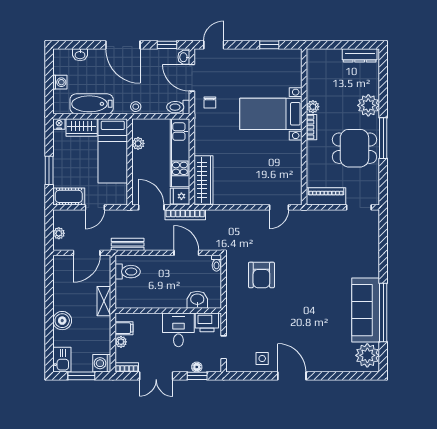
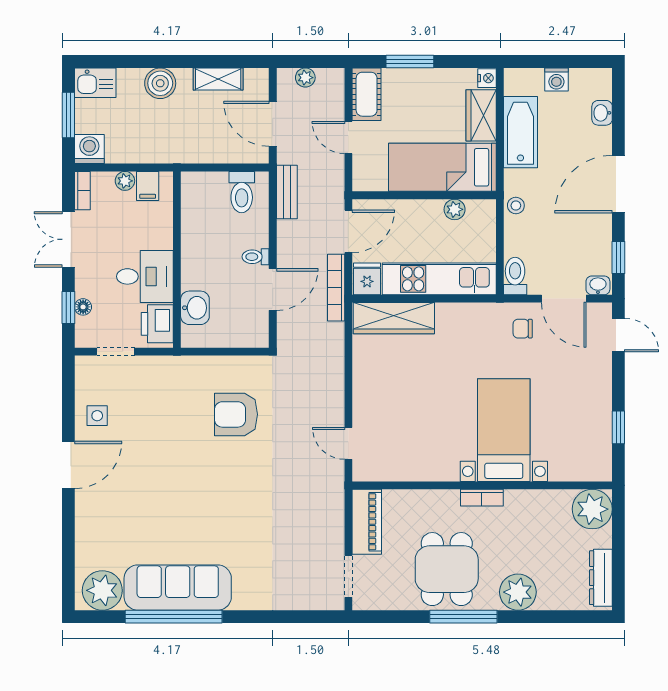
door: (192, 78) -> (564, 299), swing flipped
plant: (313, 107) -> (592, 509), moved, width x1.87, depth x1.87
toilet: (216, 263) -> (256, 257), moved
shelving: (104, 301) -> (218, 79), moved

